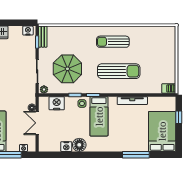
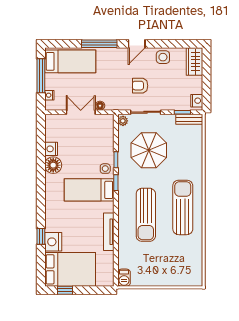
sun lounger: (113, 42) -> (183, 207), width x1.36, depth x1.34
armchair: (16, 76) -> (140, 86), added
nightstand: (57, 103) -> (53, 242), moved, turned 180
window: (179, 117) -> (65, 290), moved
window: (136, 155) -> (41, 236), width x0.46

